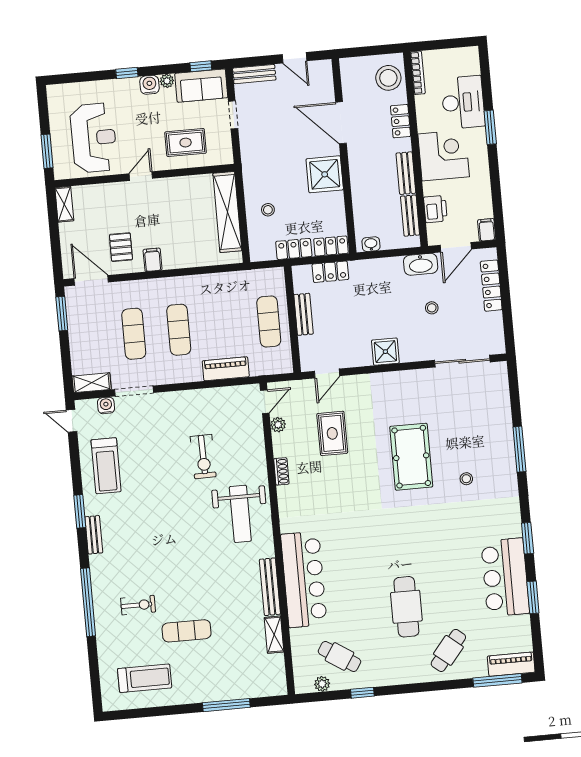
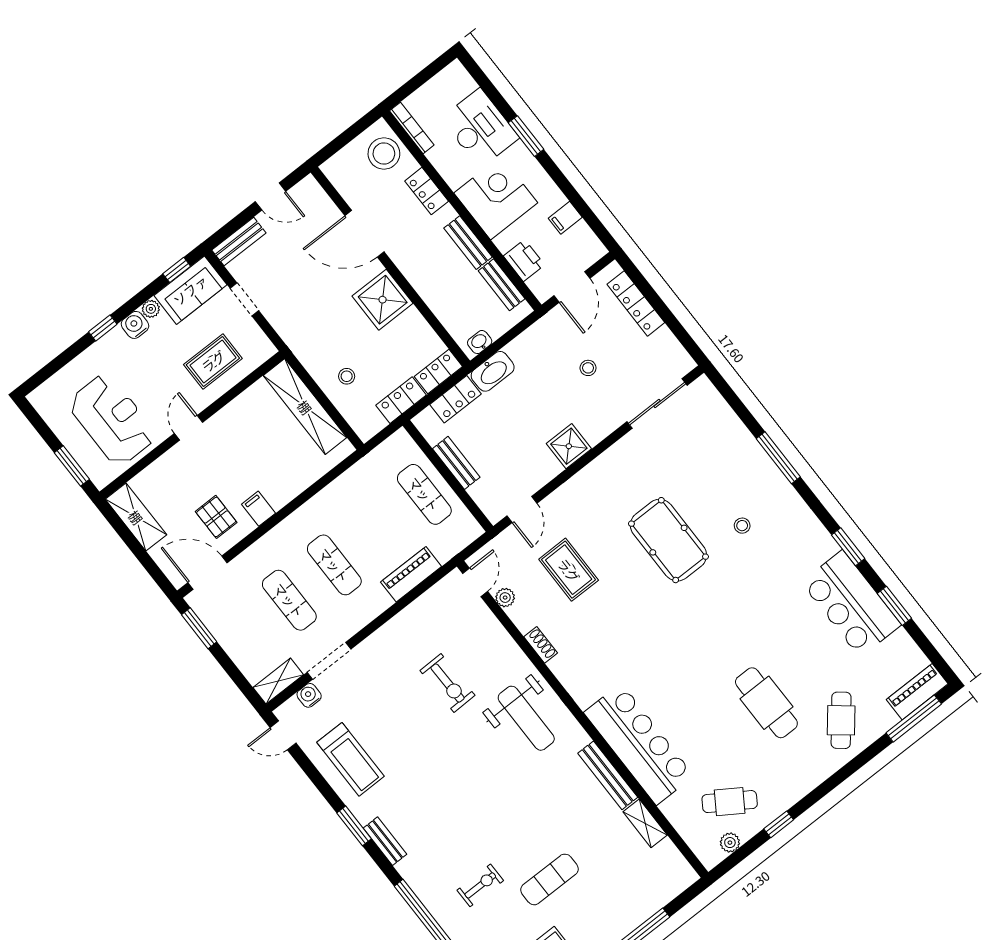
shelving: (64, 204) -> (136, 517), width x1.50, depth x1.33
filing cabinet: (487, 230) -> (565, 218), moved, turned -90
washbasin: (421, 264) -> (493, 371), moved

